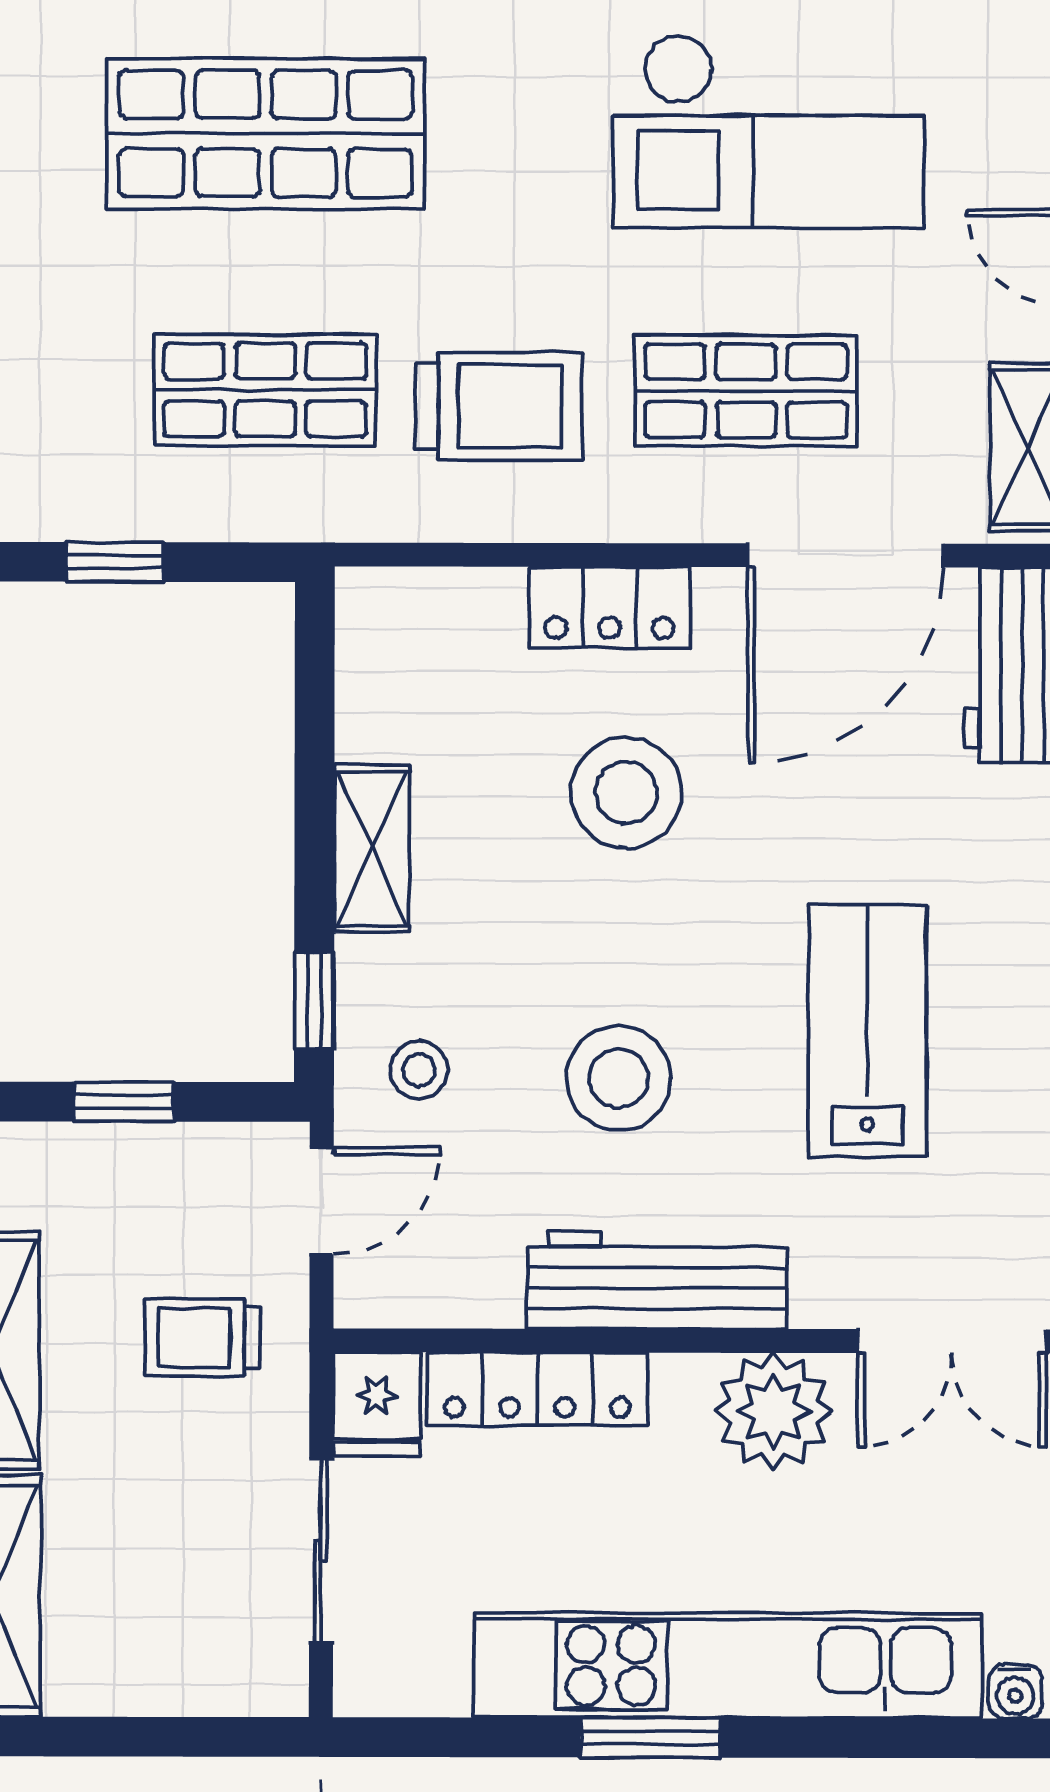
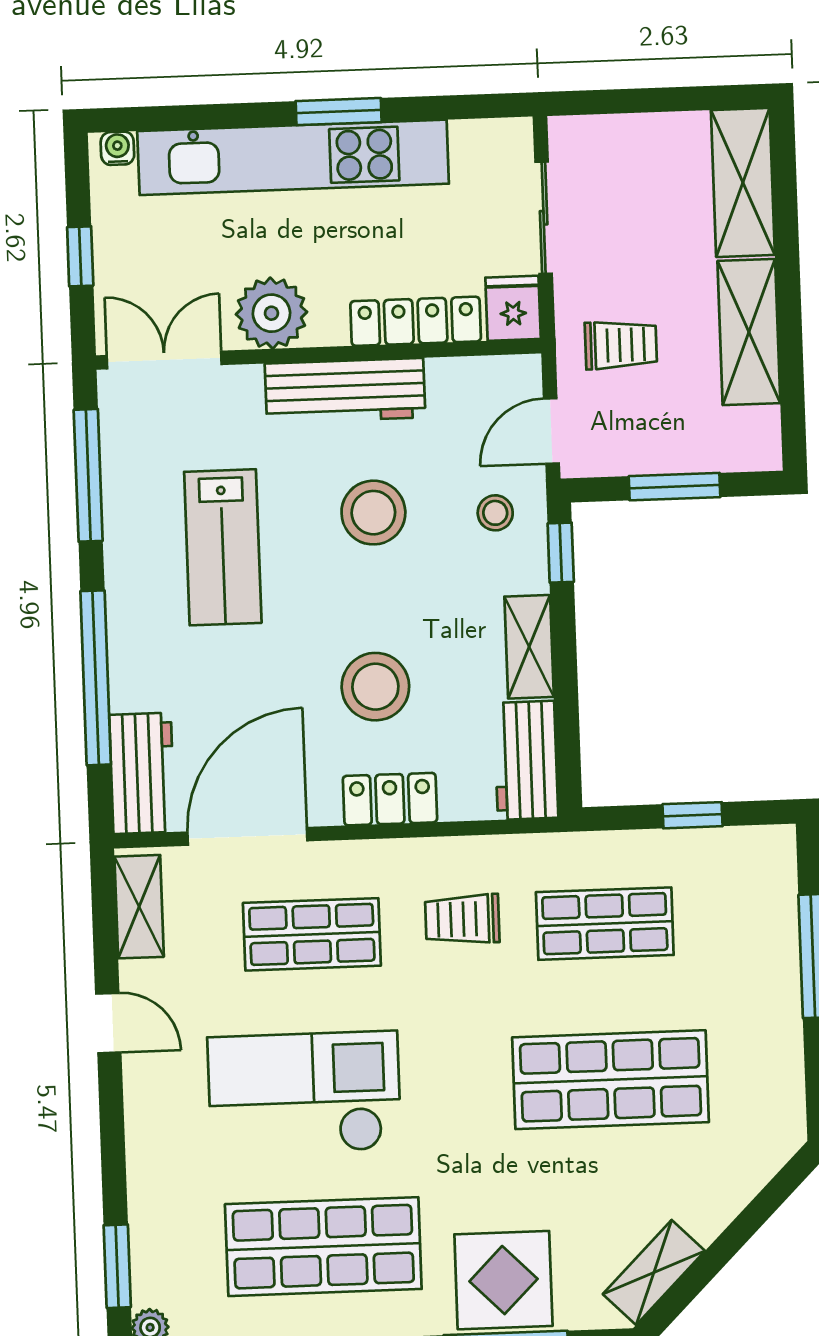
trolley: (499, 406) -> (462, 919), width x0.73, depth x0.72
workbench: (384, 662) -> (526, 760), added
window: (123, 1102) -> (675, 487), width x1.50

